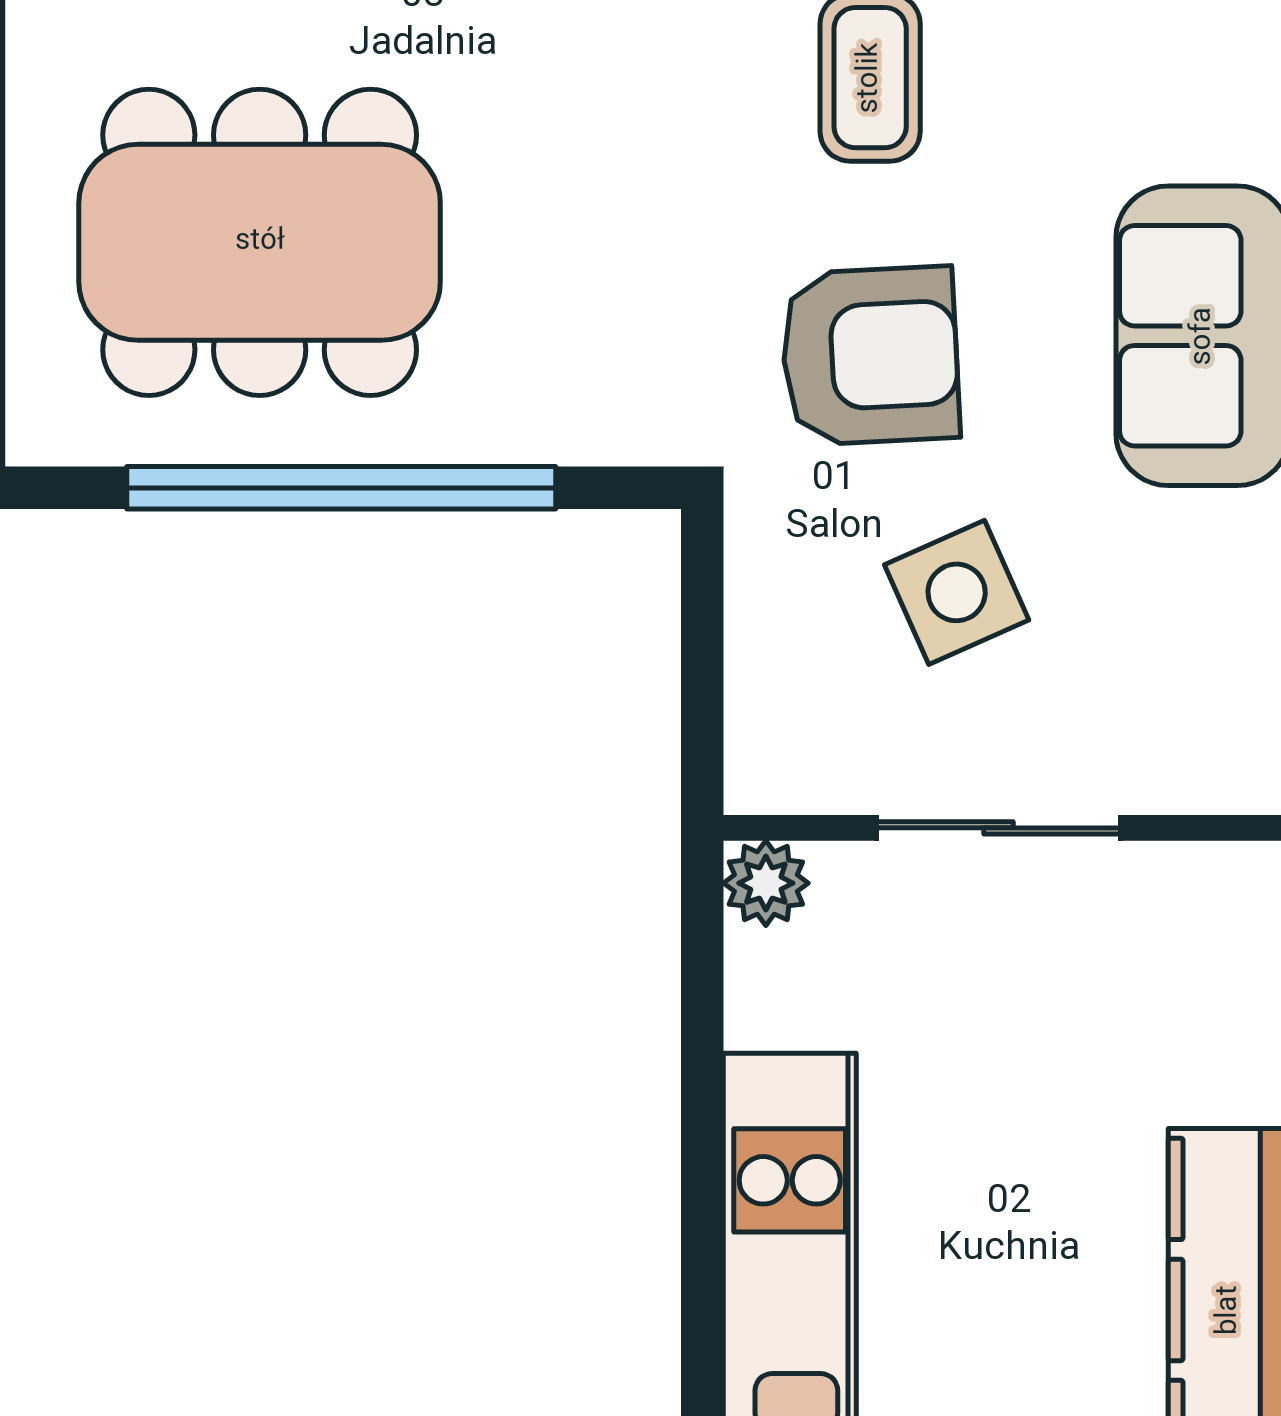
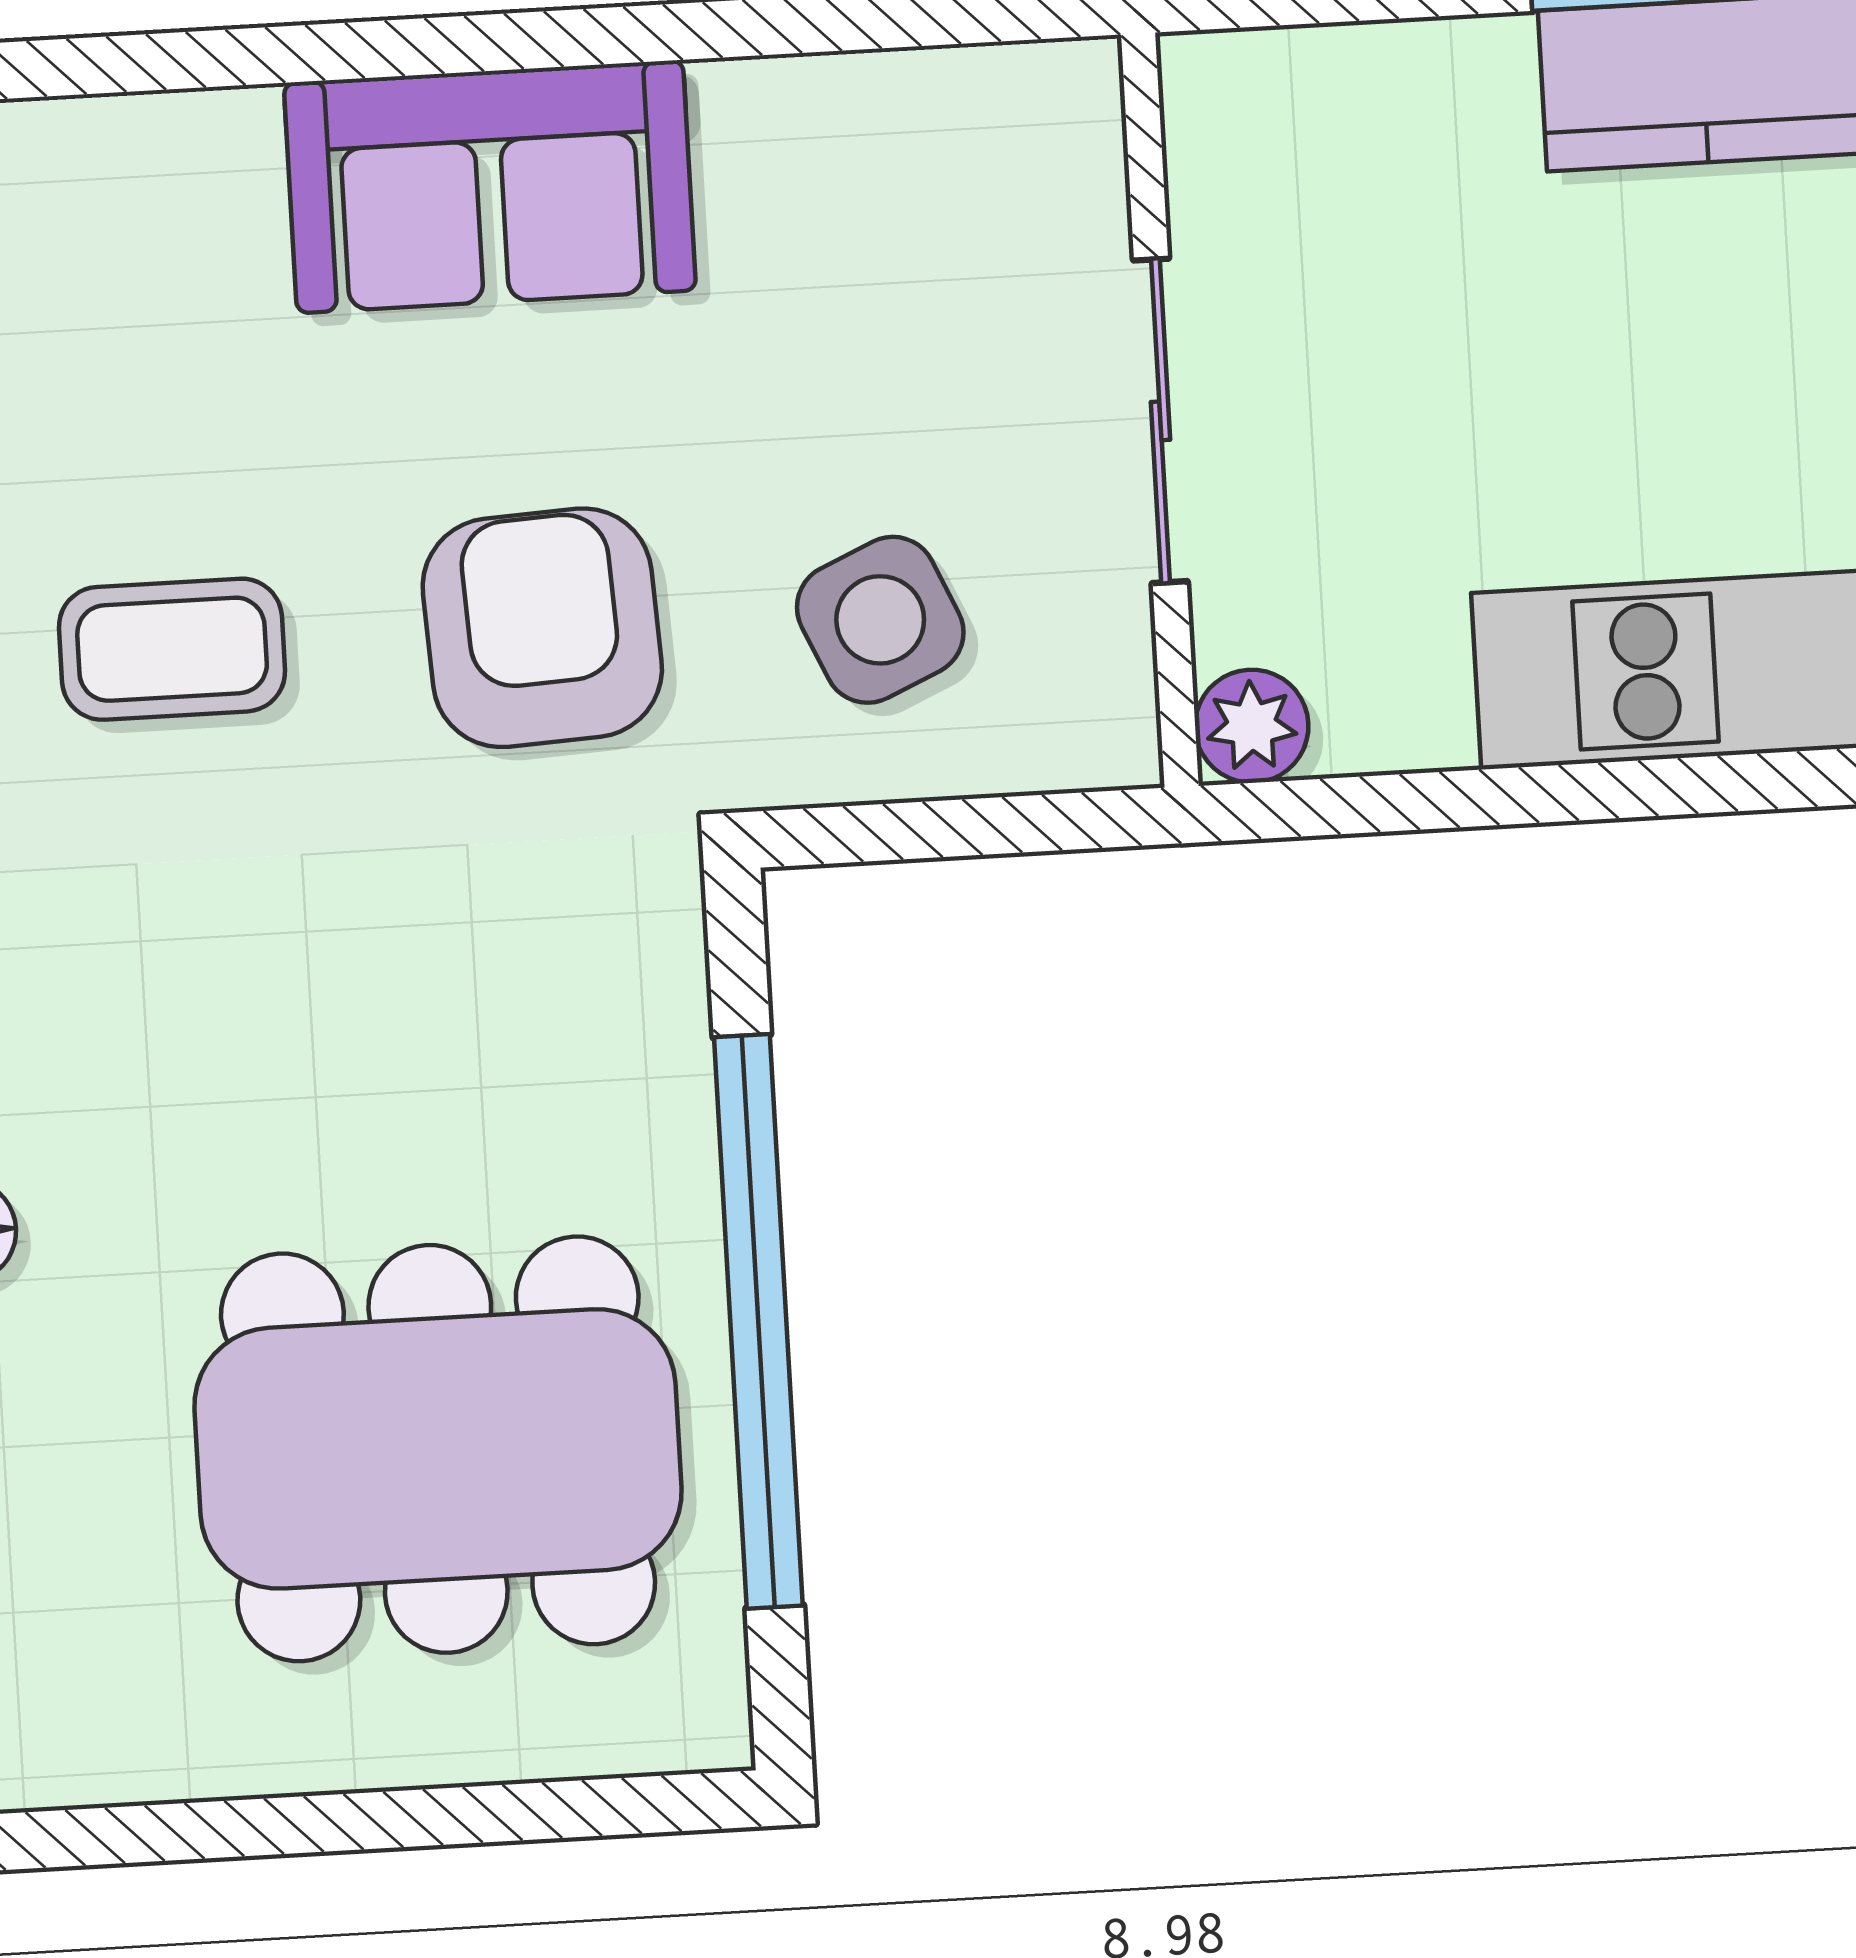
dining table: (260, 242) -> (438, 1449), turned 90
side table: (957, 592) -> (880, 620), moved

